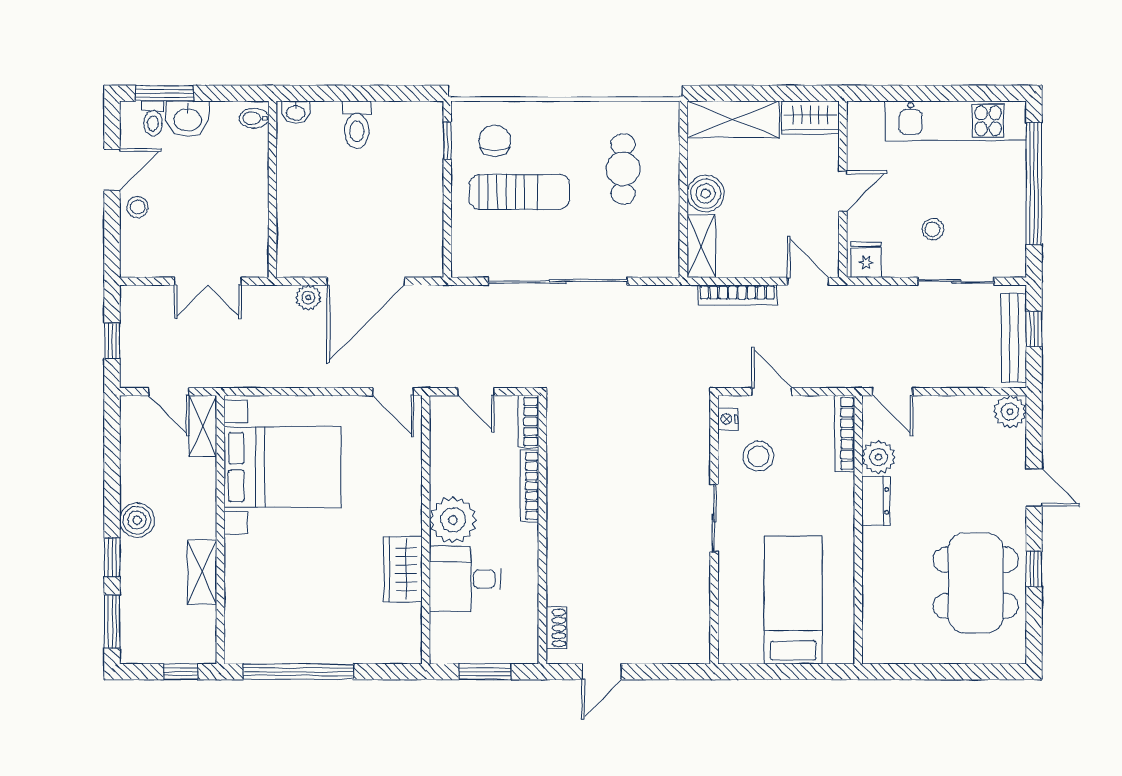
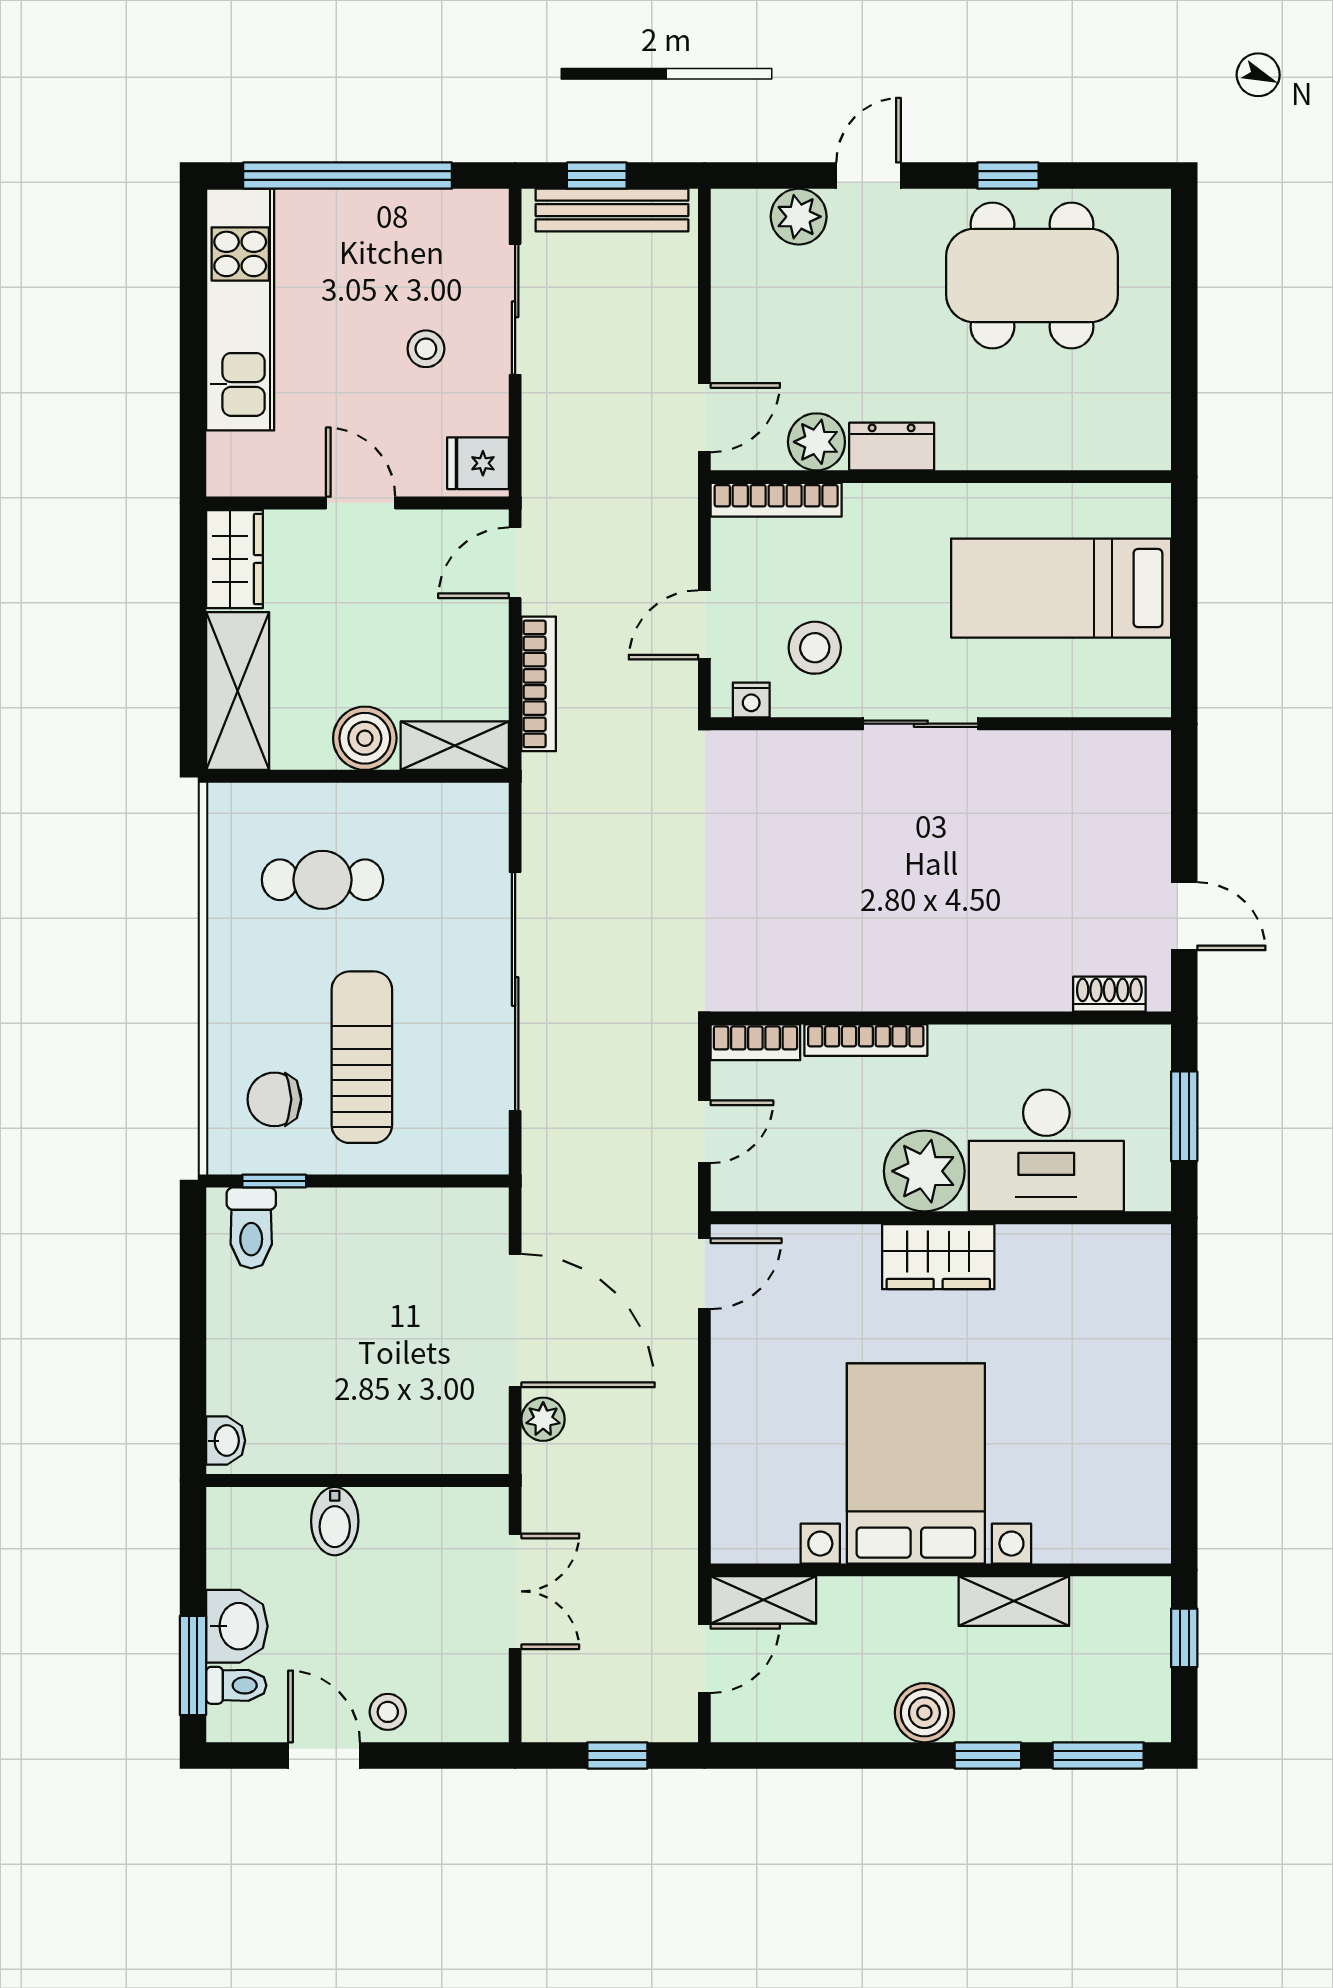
bidet: (254, 118) -> (335, 1521), moved, width x1.38, depth x1.36
toilet: (357, 125) -> (251, 1228), moved, turned 90
plant: (1010, 412) -> (799, 217), moved
bed with nightstands: (282, 467) -> (916, 1463), moved
wardrobe: (403, 569) -> (938, 1257), moved
desk: (465, 579) -> (1046, 1151), width x1.37
window: (298, 672) -> (1184, 1436), removed

